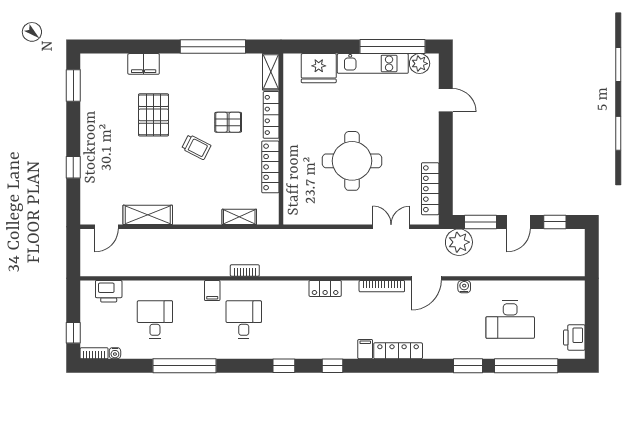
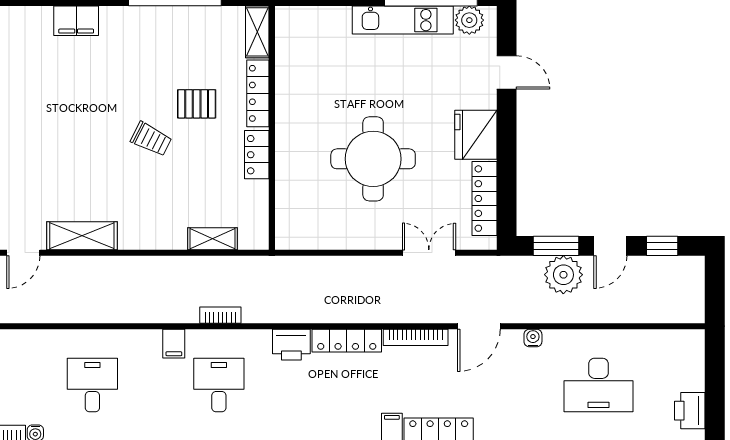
fridge: (319, 68) -> (476, 135), moved, turned 90
pallet: (154, 115) -> (90, 93), removed
locker: (270, 167) -> (257, 155), width x0.66
plant: (459, 242) -> (563, 275), moved
locker: (325, 288) -> (347, 341), width x1.53
printer: (109, 291) -> (291, 345), moved

